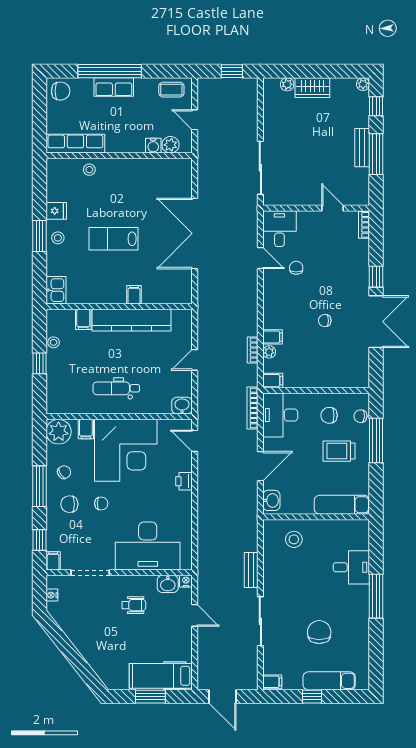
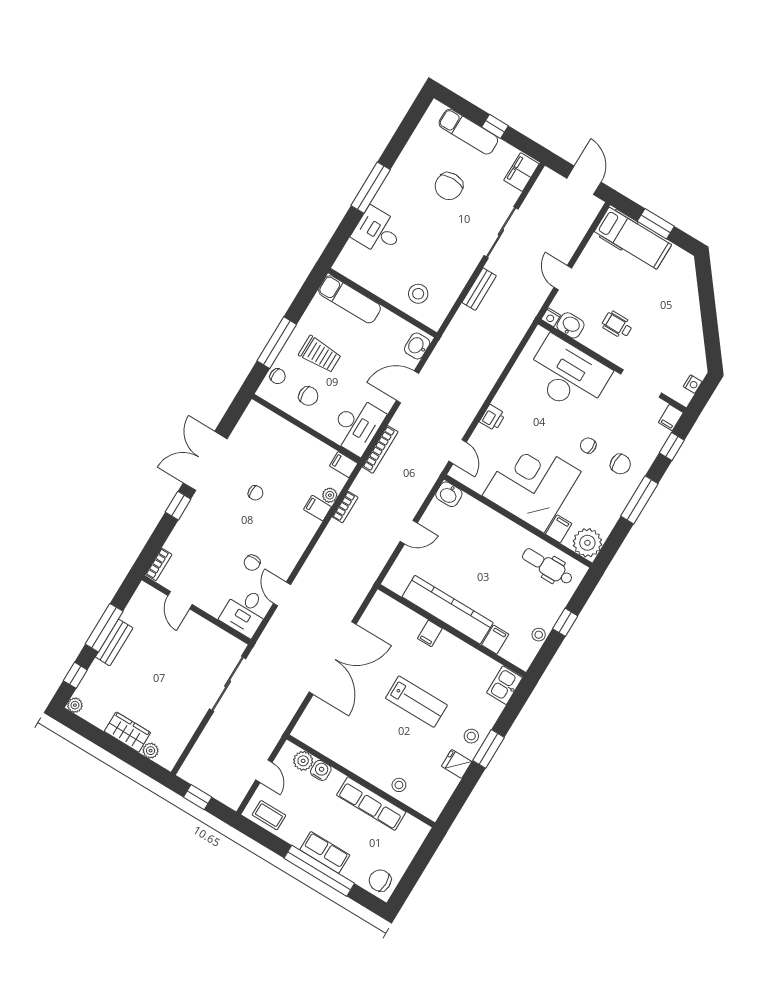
row of seats: (75, 144) -> (371, 804), moved
dental chair: (116, 388) -> (548, 566), moved, turned 180
chair: (64, 472) -> (606, 499), removed
filing cabinet: (272, 682) -> (521, 172), width x2.00

